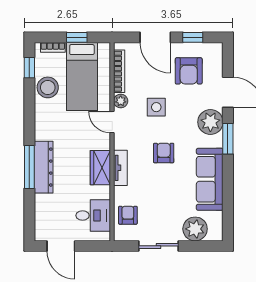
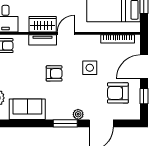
plant: (121, 101) -> (95, 40), removed
door: (112, 122) -> (66, 33), moved
plant: (210, 122) -> (78, 114), width x0.53, depth x0.53
sofa: (210, 179) -> (27, 109), width x0.73

